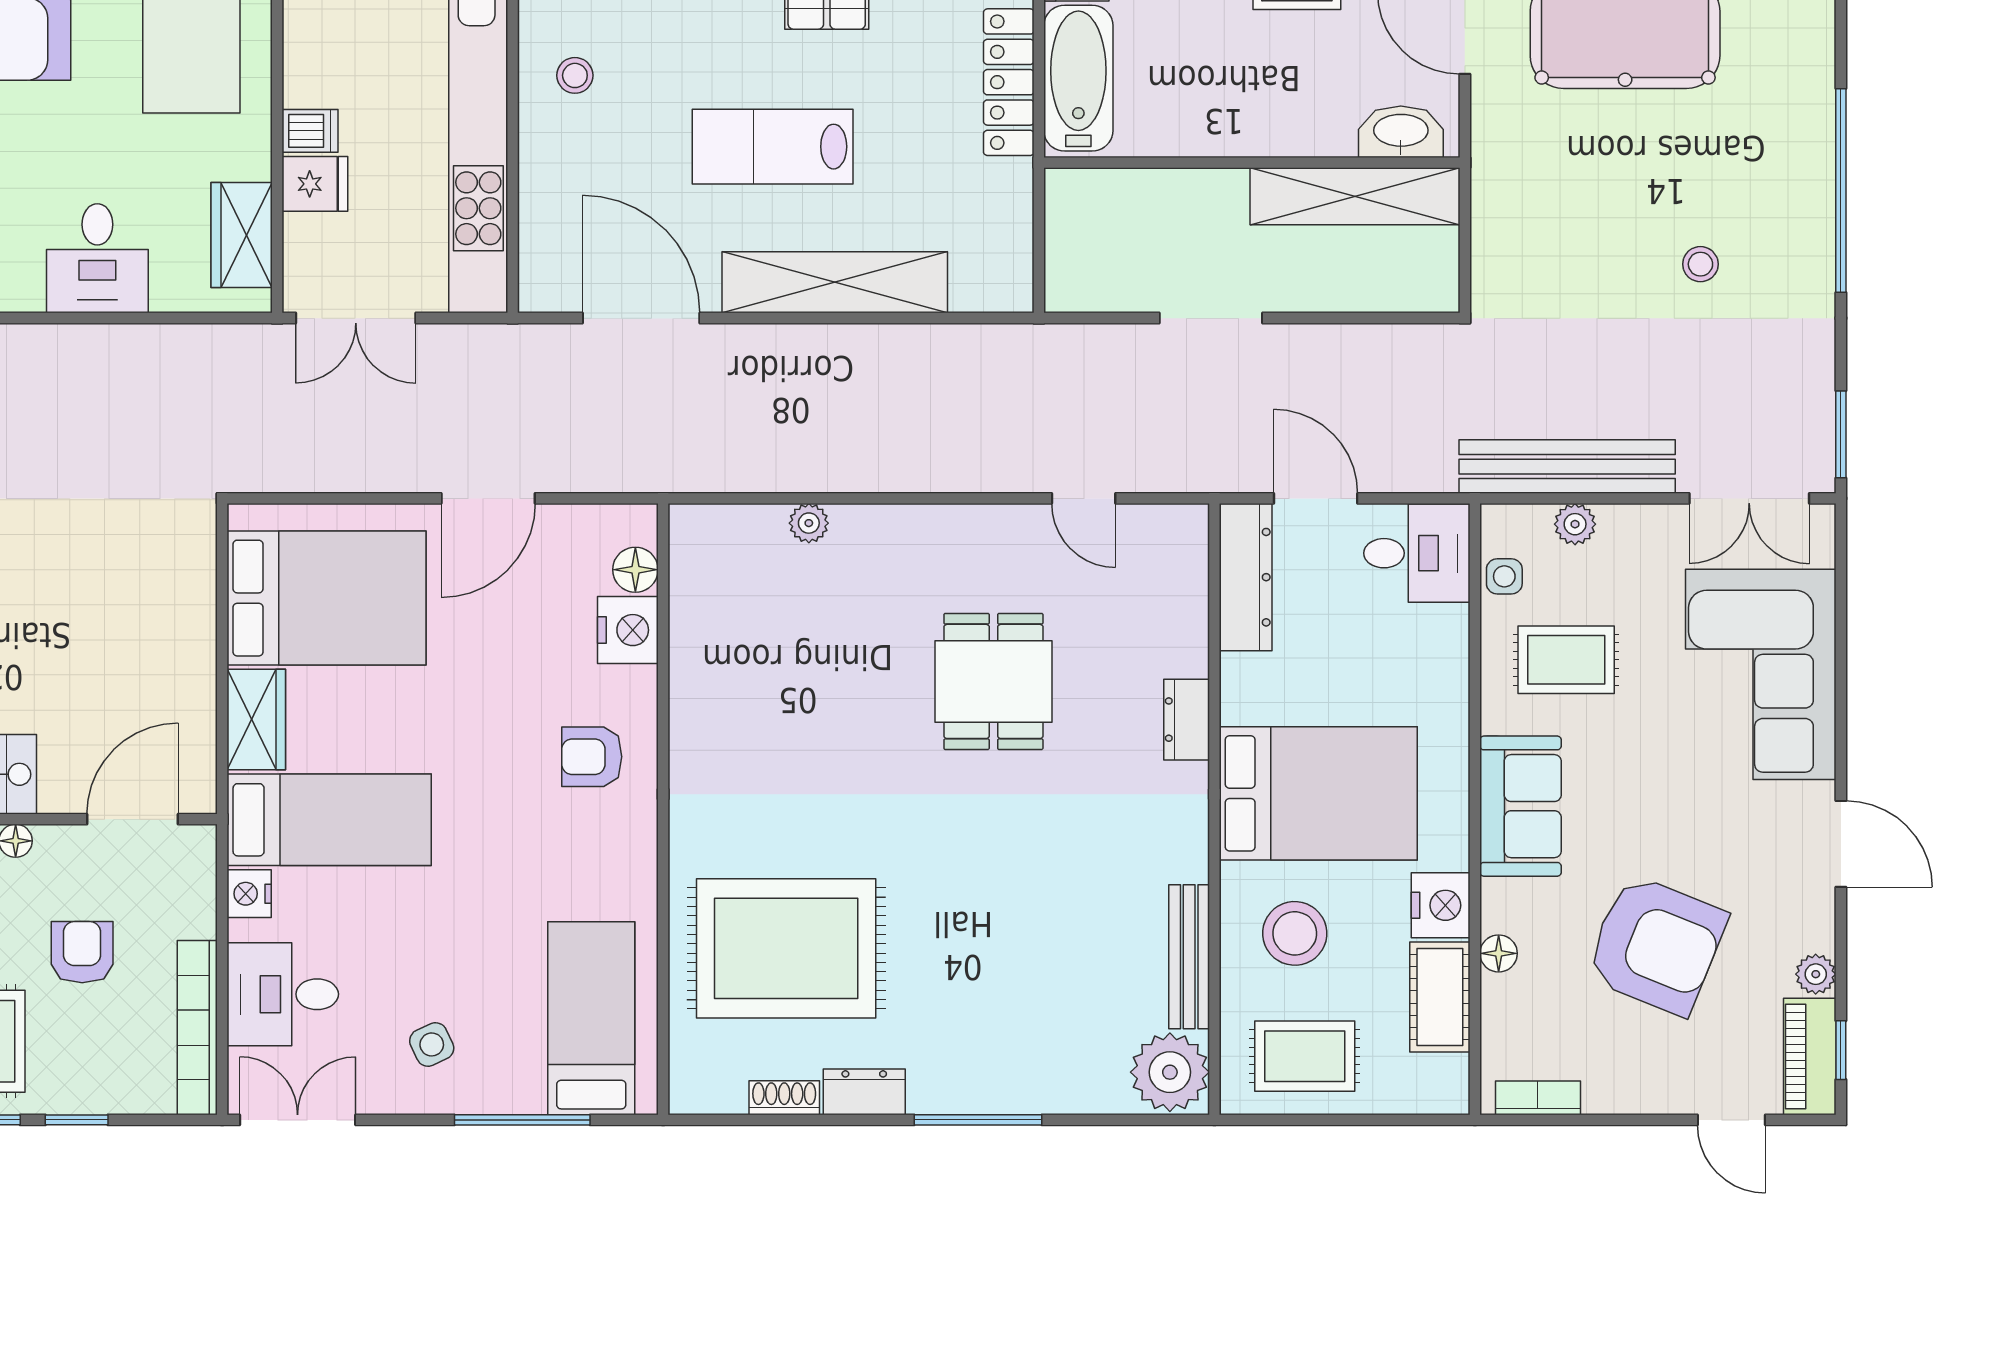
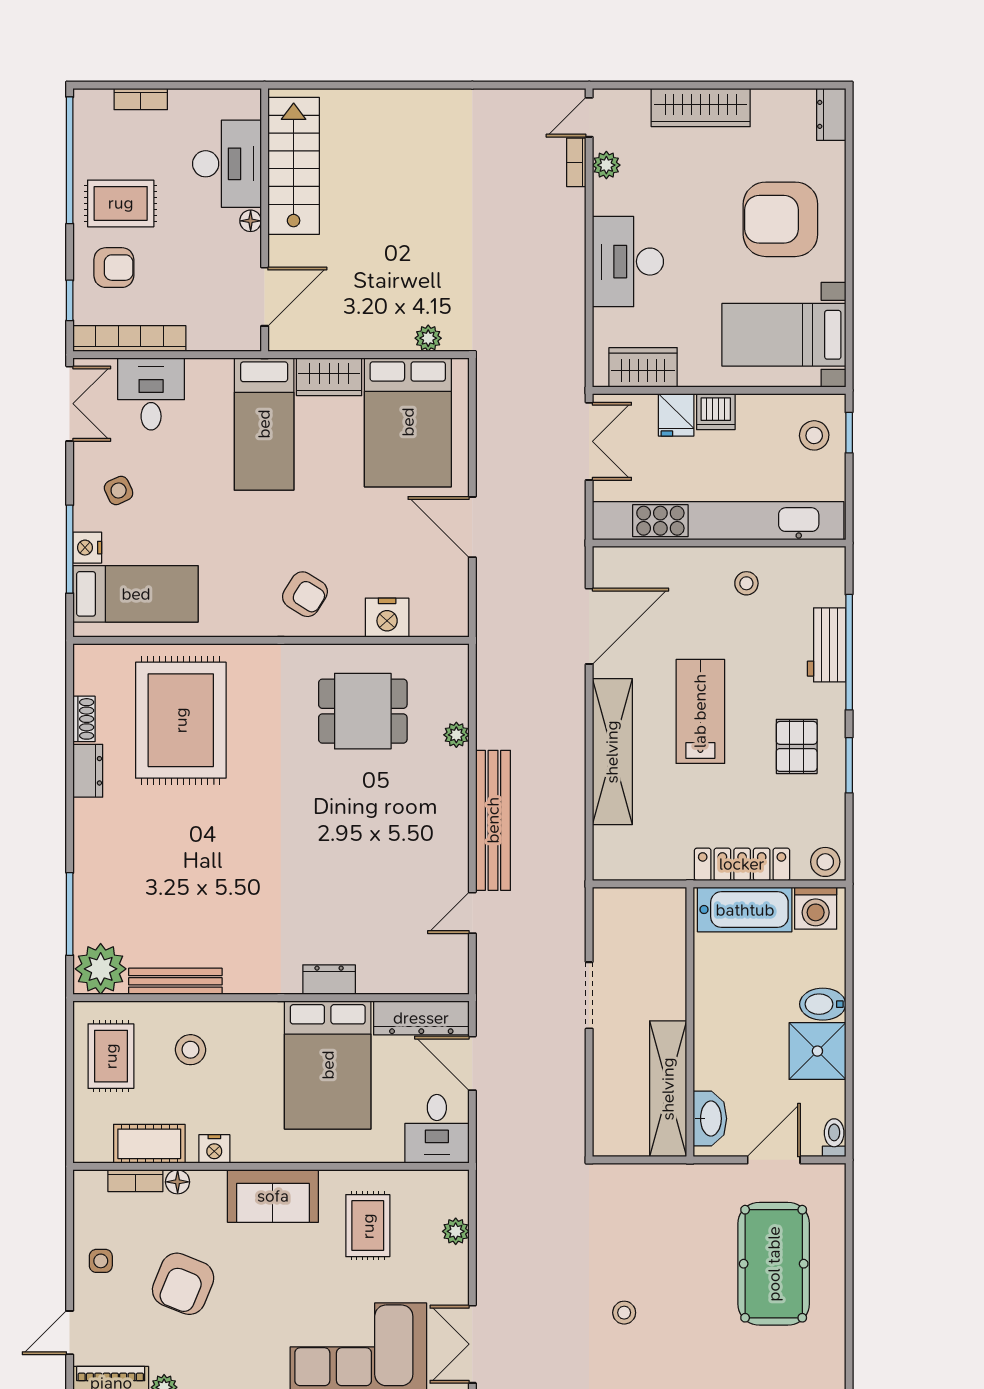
dishwasher: (310, 131) -> (716, 412), width x1.38
desk: (97, 258) -> (628, 262), width x1.37
double door: (356, 318) -> (589, 441), swing flipped
bench: (1567, 467) -> (493, 820), moved
door: (1316, 498) -> (472, 1063), swing flipped
plant: (197, 567) -> (428, 338), added
floor lamp: (635, 570) -> (426, 622), removed
side table: (1504, 576) -> (101, 1261), moved
dining table: (993, 681) -> (363, 711), moved
armchair: (592, 757) -> (305, 594), turned 122
bed: (1318, 793) -> (328, 1065), moved
door: (132, 819) -> (265, 297), hinge flipped
nightstand: (249, 894) -> (87, 548), moved, turned -90
nightstand: (1441, 905) -> (214, 1149), width x0.74, depth x0.75
stool: (1295, 933) -> (191, 1050), width x0.73, depth x0.73
armchair: (1656, 945) -> (183, 1284), width x0.73, depth x0.73
armchair: (82, 952) -> (114, 268), moved
bookcase: (1538, 1098) -> (135, 1181), moved, turned 90
window: (77, 1120) -> (70, 300), moved
window: (978, 1120) -> (70, 914), moved

